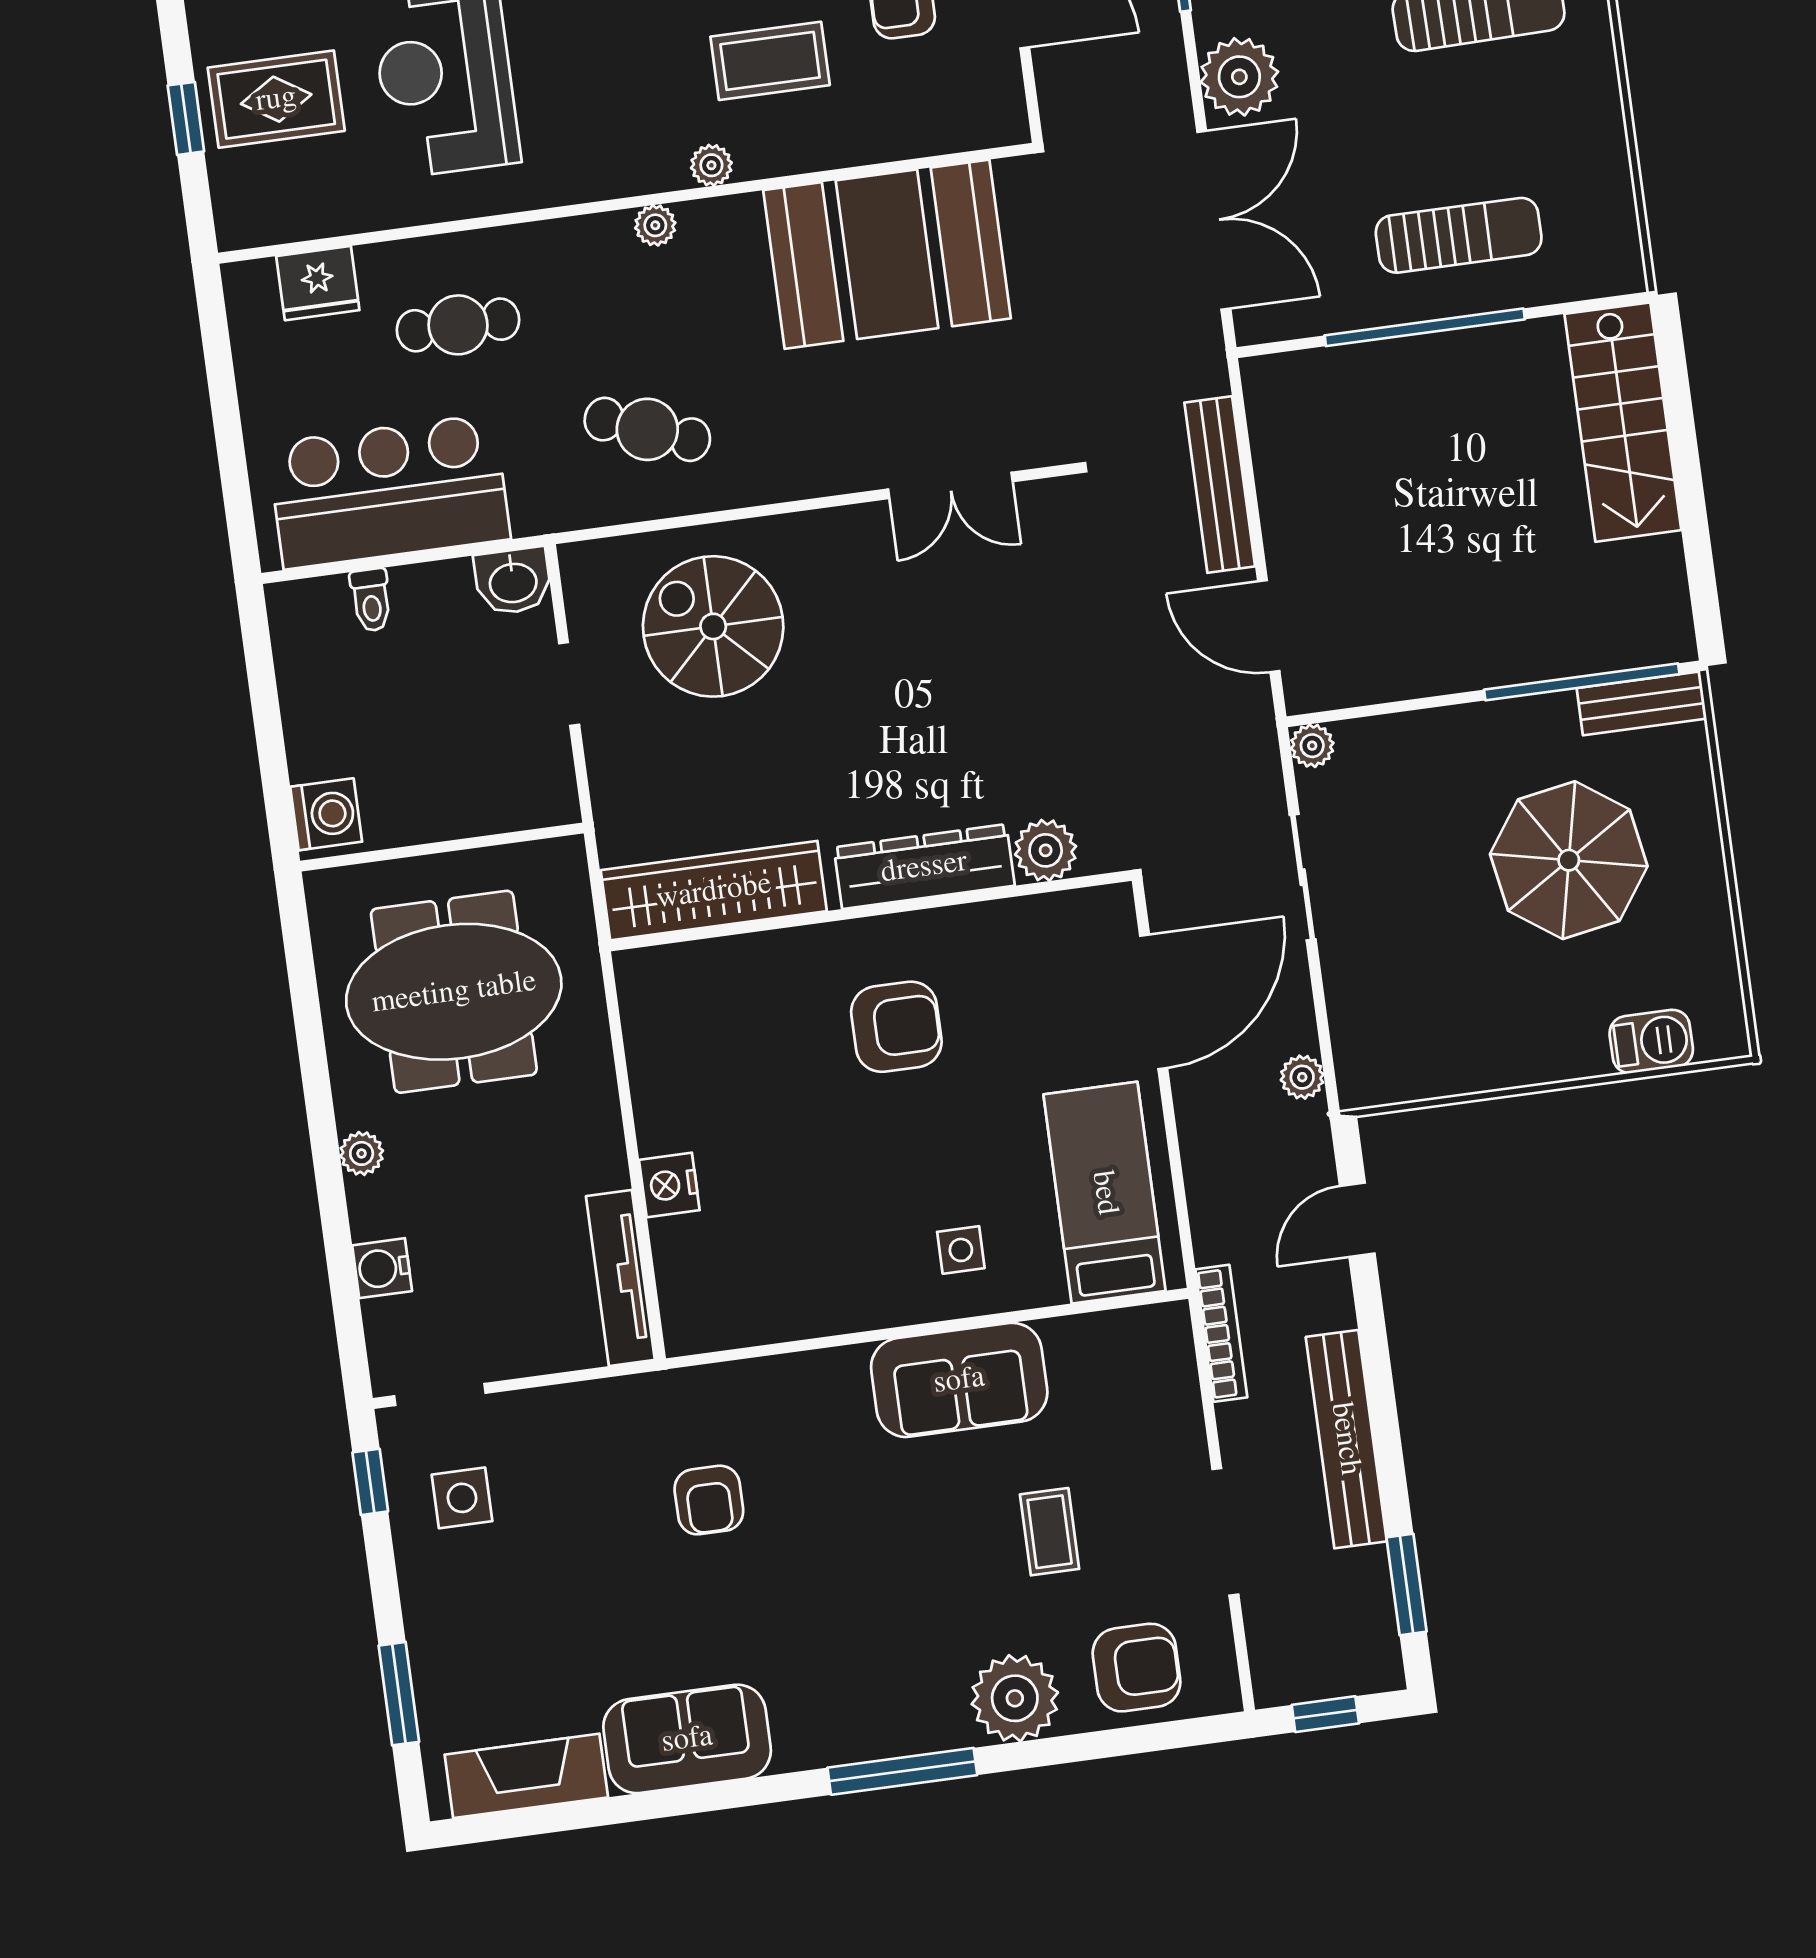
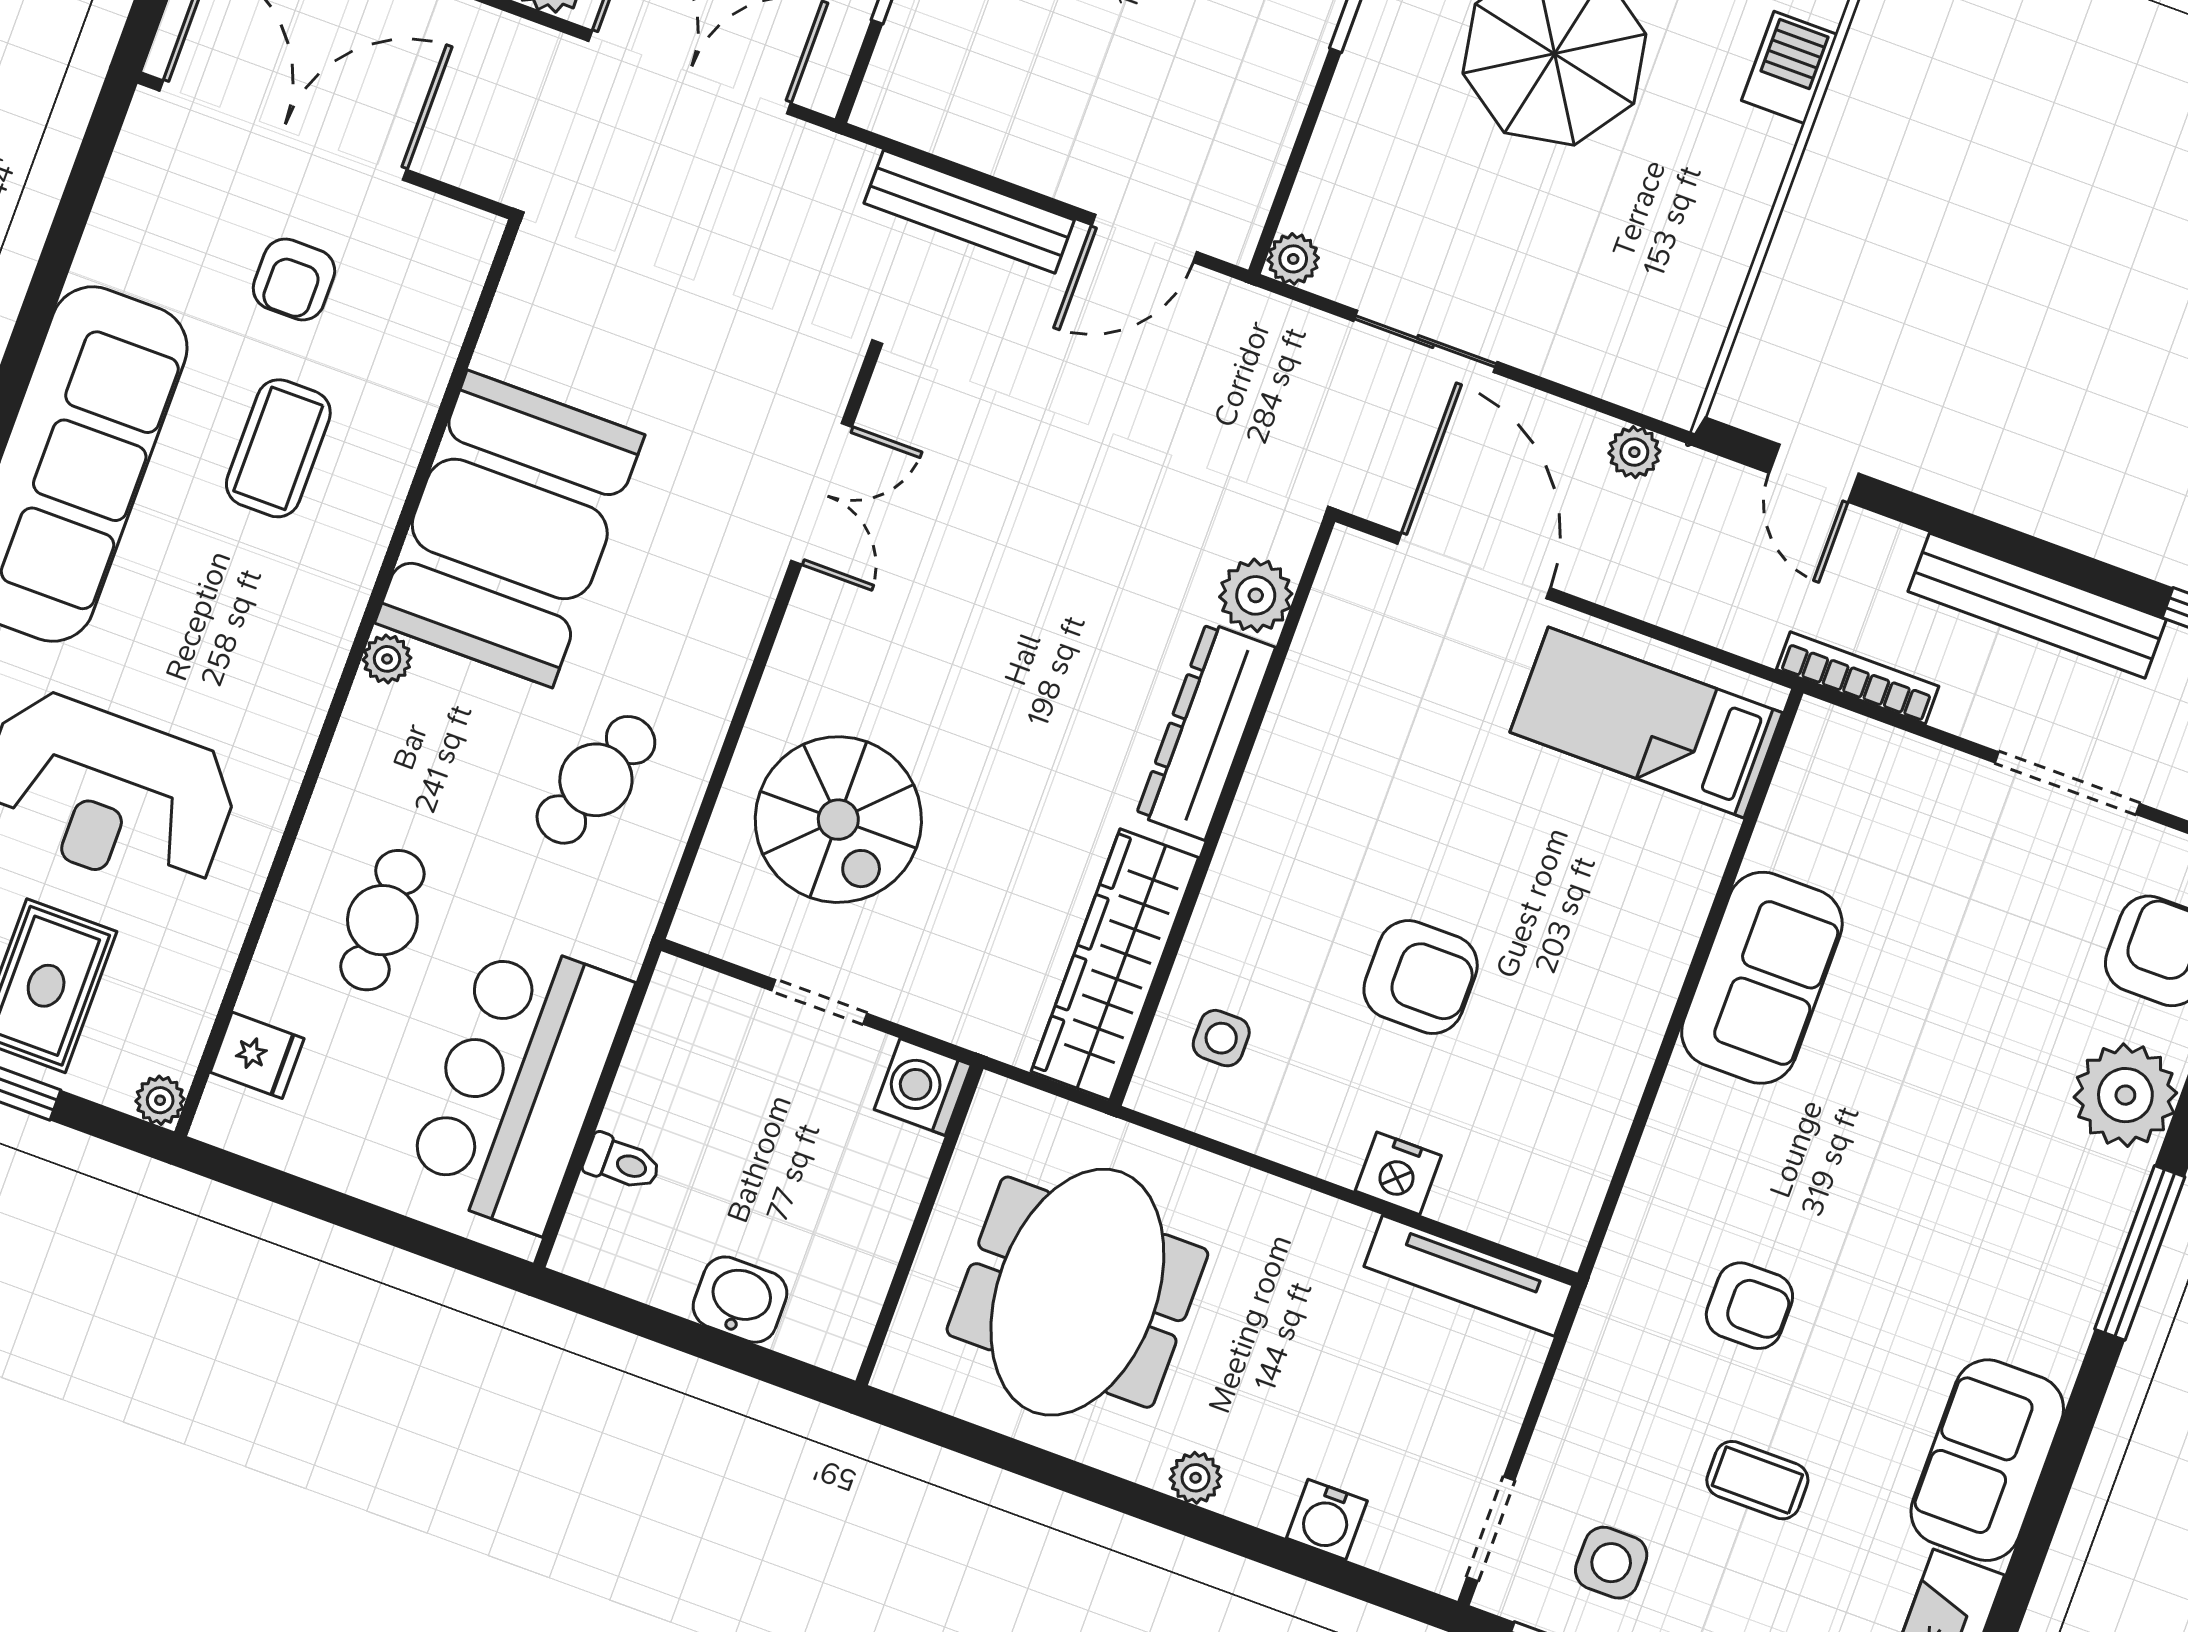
plant: (711, 165) -> (160, 1100), moved
booth: (887, 254) -> (510, 529), moved
fridge: (318, 283) -> (257, 1055), width x0.72
washbasin: (513, 581) -> (740, 1300), moved, turned -90
spiral stairs: (713, 626) -> (838, 820), turned -90
washing machine: (326, 814) -> (923, 1087), moved, turned -90
armchair: (896, 1027) -> (1421, 977), moved, turned 90
side table: (961, 1250) -> (1221, 1038), moved
coffee table: (1050, 1532) -> (1757, 1480), moved

